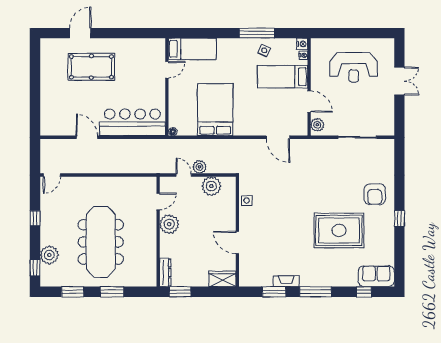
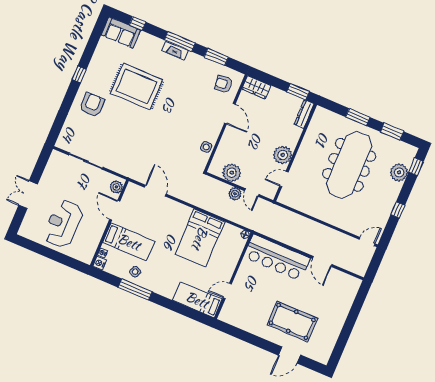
reception desk: (354, 67) -> (63, 224), turned -90
armchair: (256, 269) -> (223, 84), added
fireplace: (286, 281) -> (175, 50), moved

